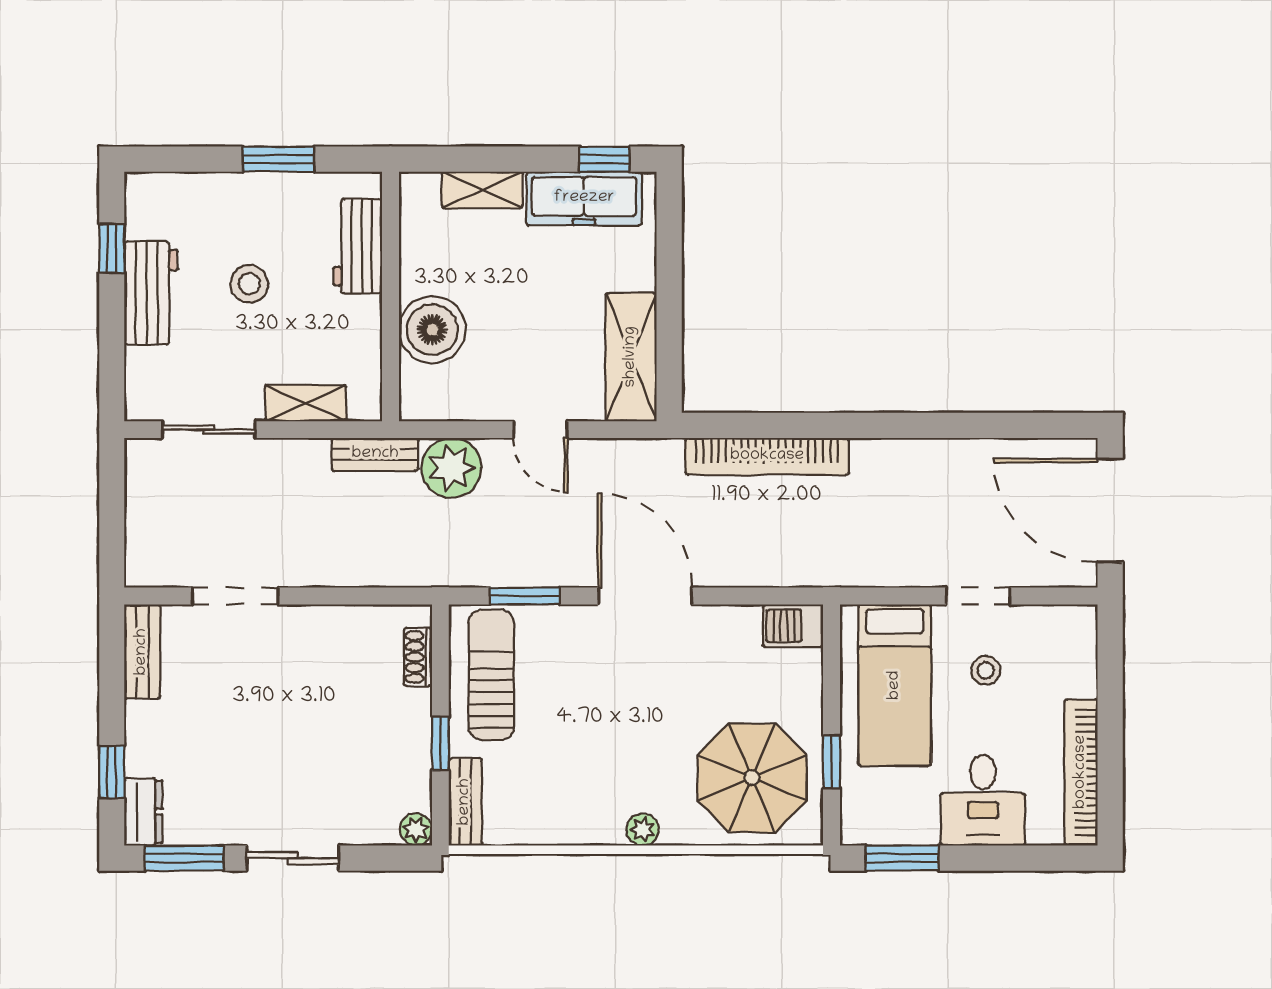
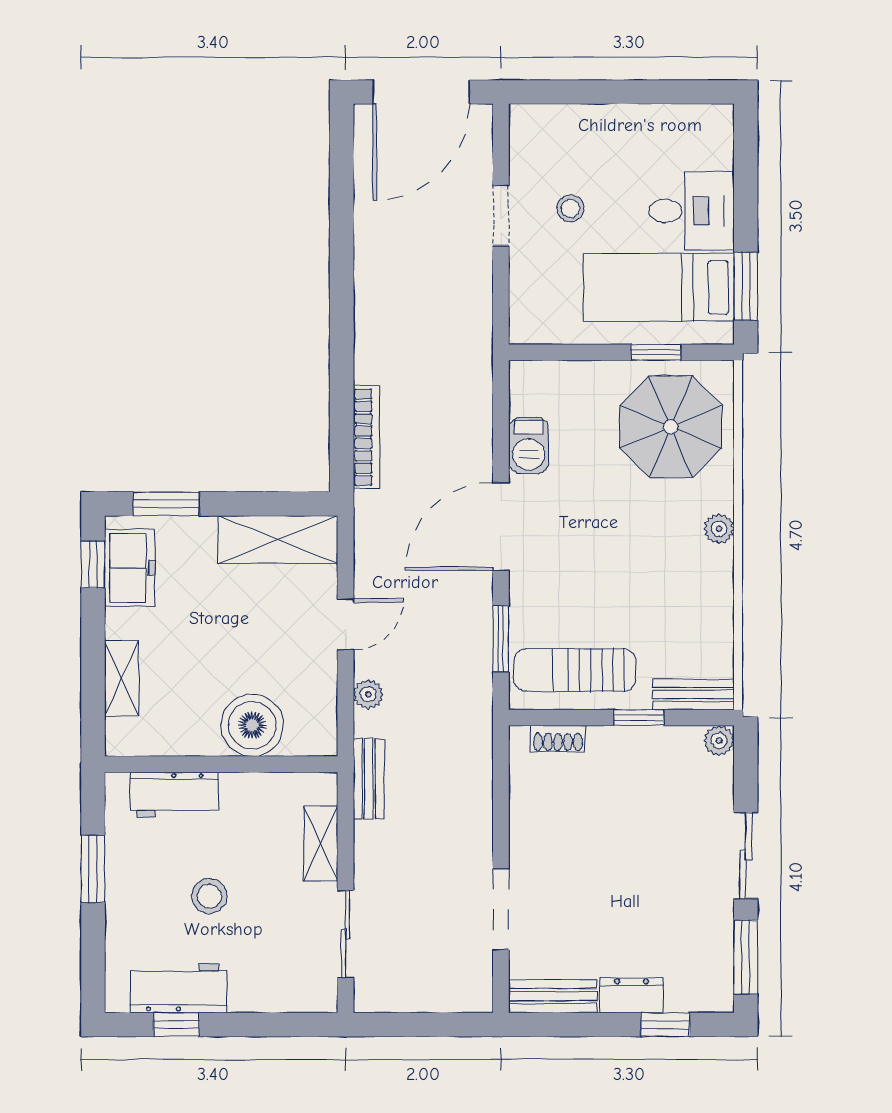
freezer: (584, 198) -> (130, 568), width x0.71
window: (669, 238) -> (166, 504), added
workbench: (151, 293) -> (178, 988), moved
bookcase: (767, 456) -> (366, 437), width x0.68, depth x0.76
plant: (451, 468) -> (368, 694), width x0.53, depth x0.53
barbecue: (793, 626) -> (529, 445), moved
bed: (895, 685) -> (659, 287), moved, turned 180
bookcase: (1081, 772) -> (666, 119), removed
dresser: (143, 812) -> (632, 995), moved

